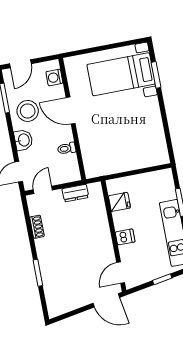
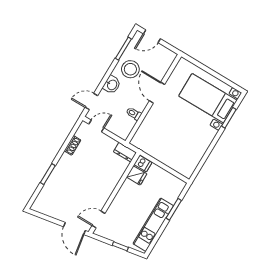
washing machine: (54, 77) -> (165, 63), removed
dresser: (75, 193) -> (125, 152), moved
dishwasher: (125, 237) -> (143, 164), moved

